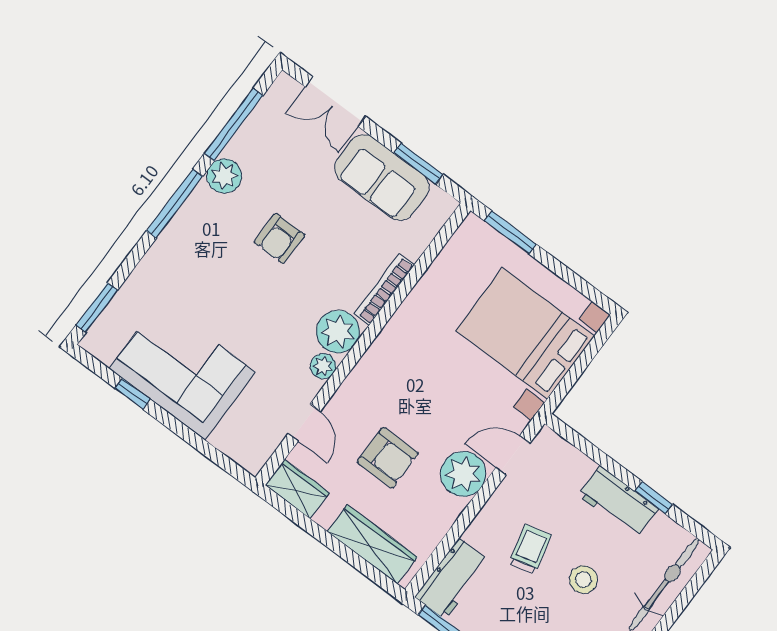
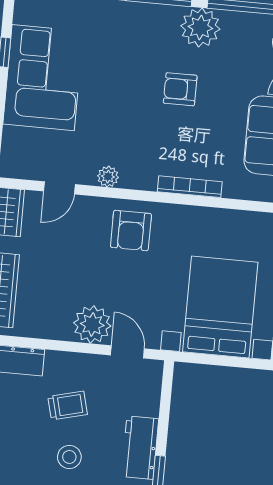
plant: (224, 176) -> (200, 27), width x1.36, depth x1.36
plant: (338, 332) -> (139, 172), removed
armchair: (388, 458) -> (131, 231), moved

